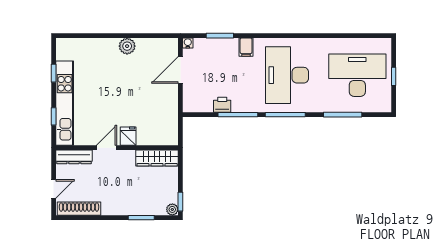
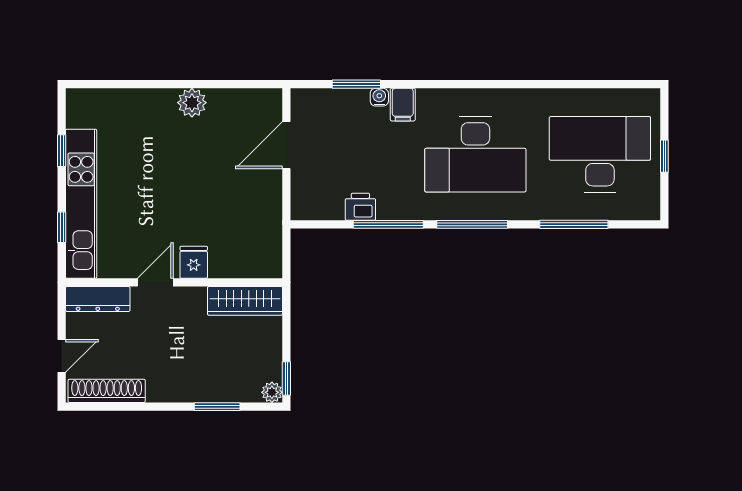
water cooler: (188, 43) -> (379, 97), moved
desk: (287, 75) -> (475, 154), turned -90

